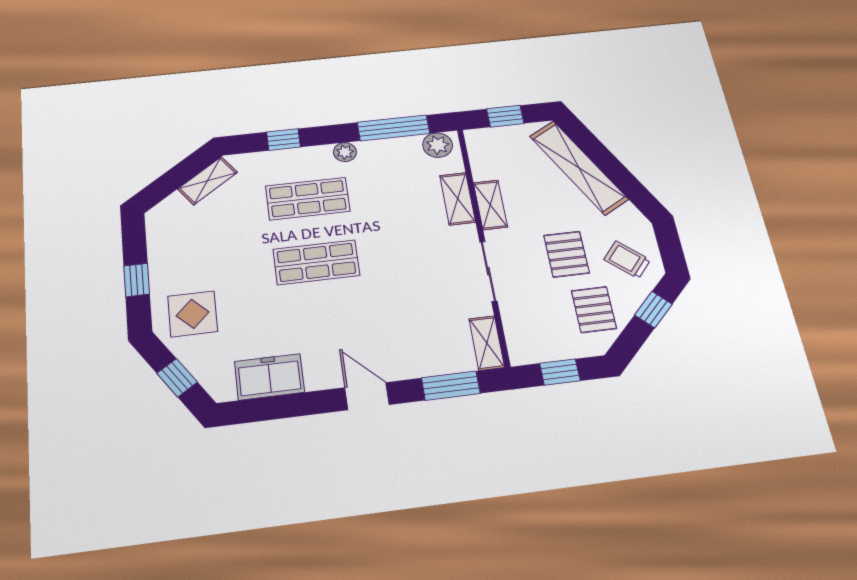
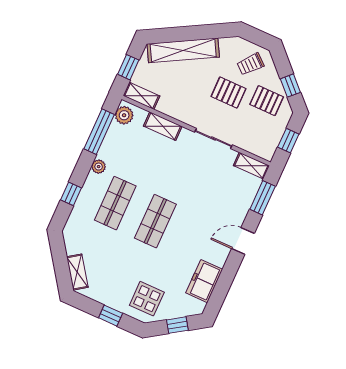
shelving: (208, 181) -> (77, 272), moved
shelving: (490, 205) -> (142, 96), moved
window: (653, 310) -> (290, 86), moved

